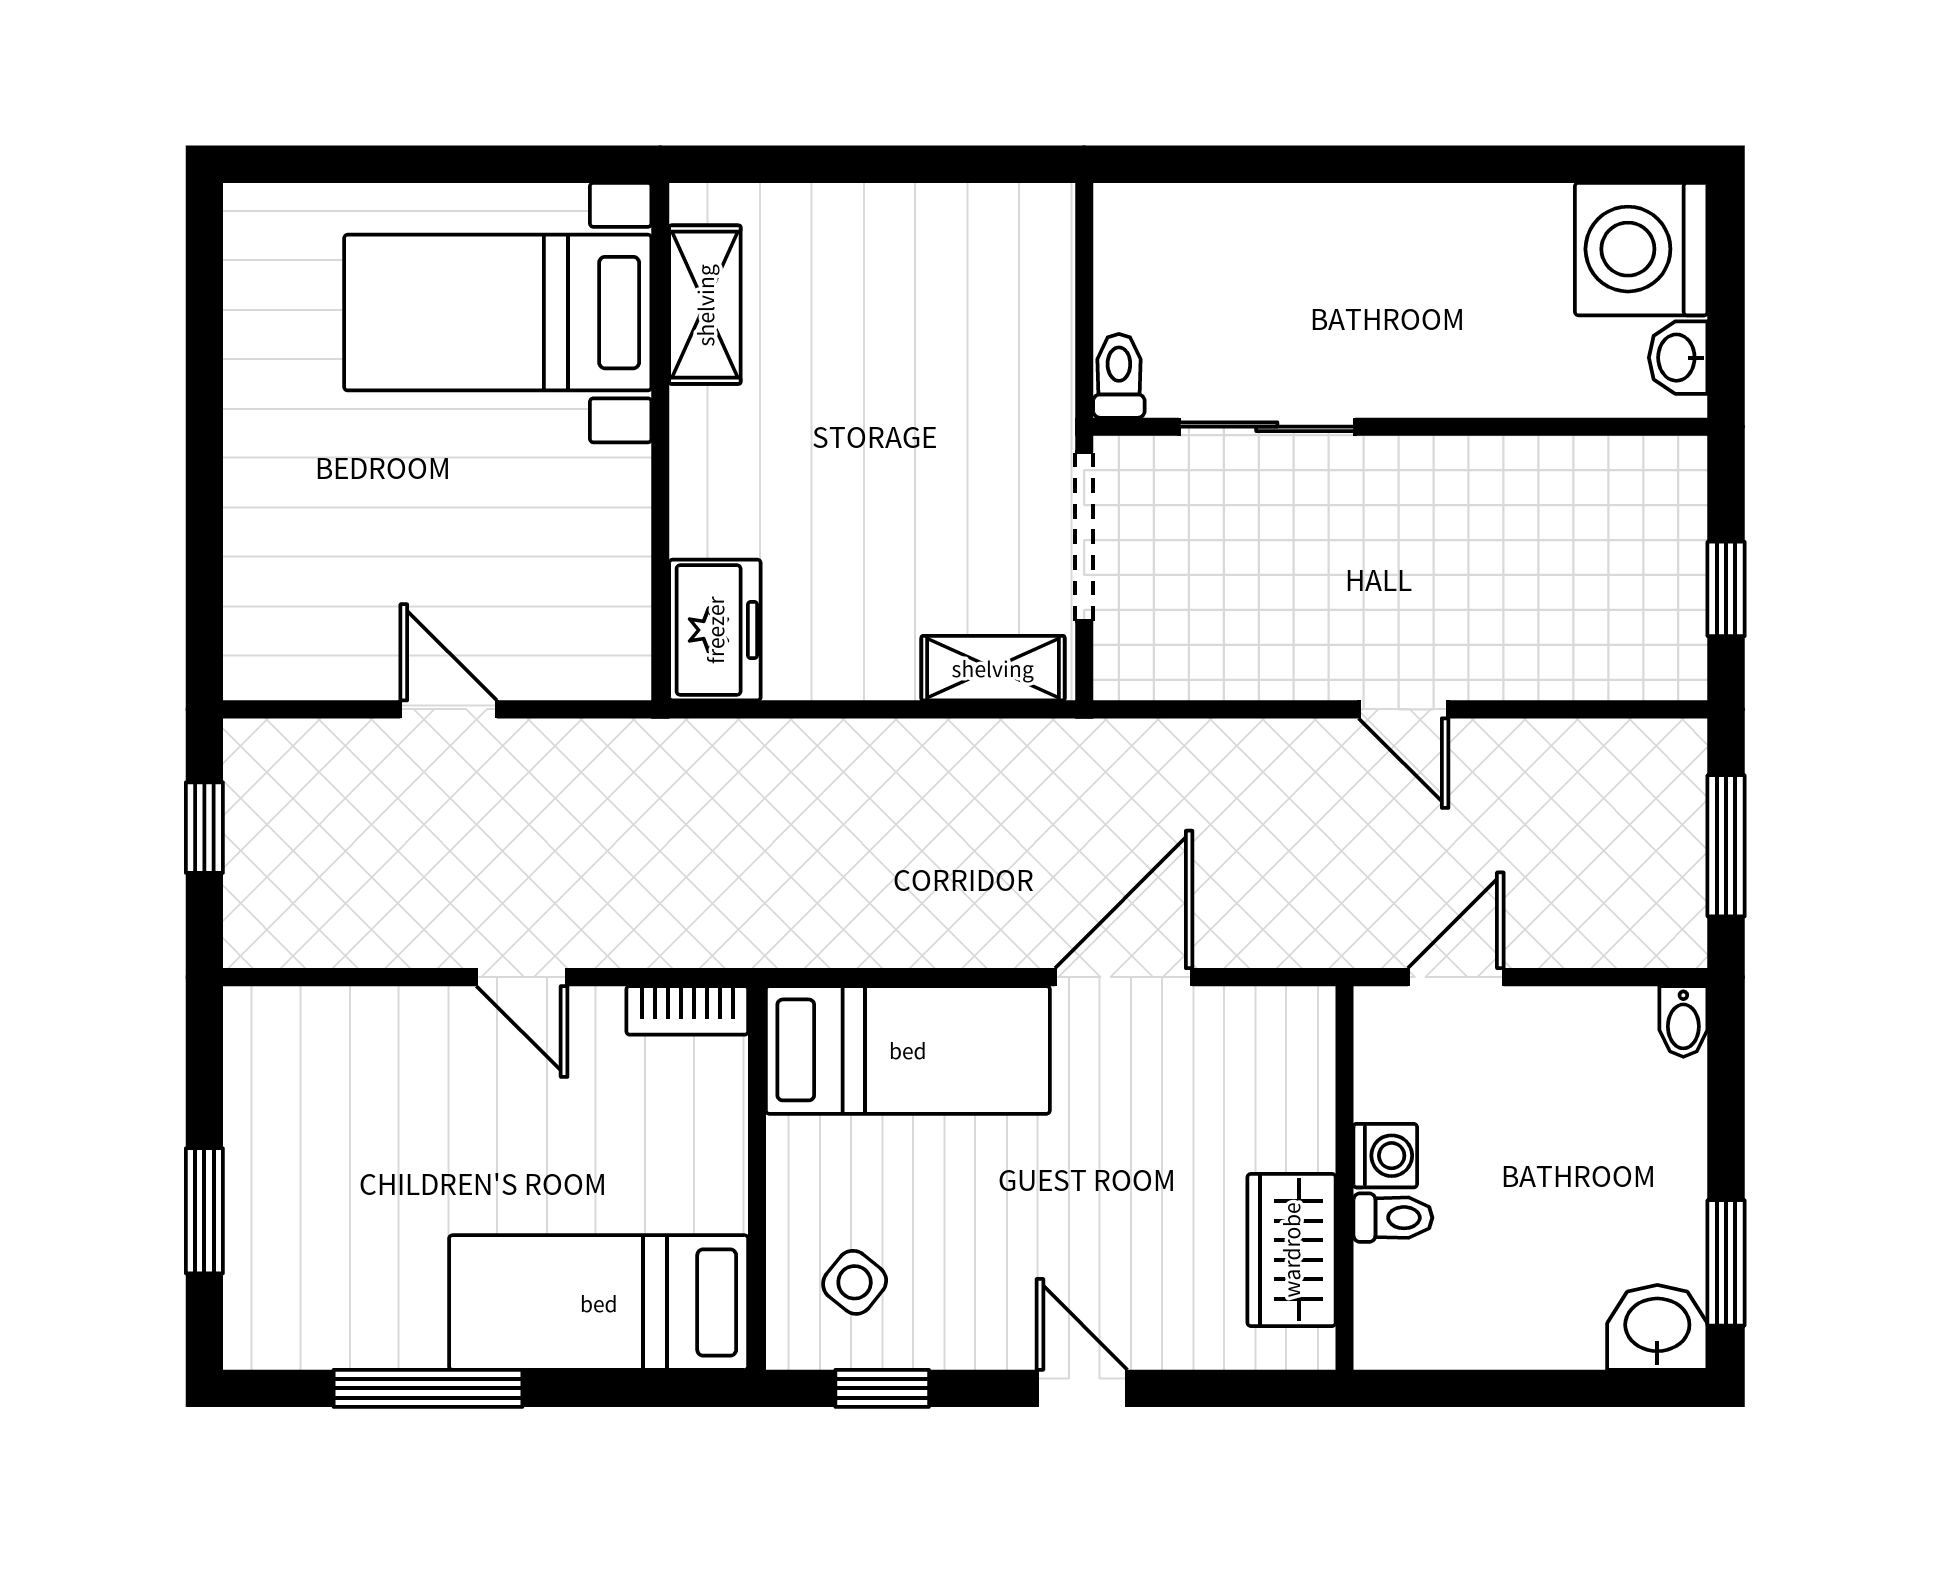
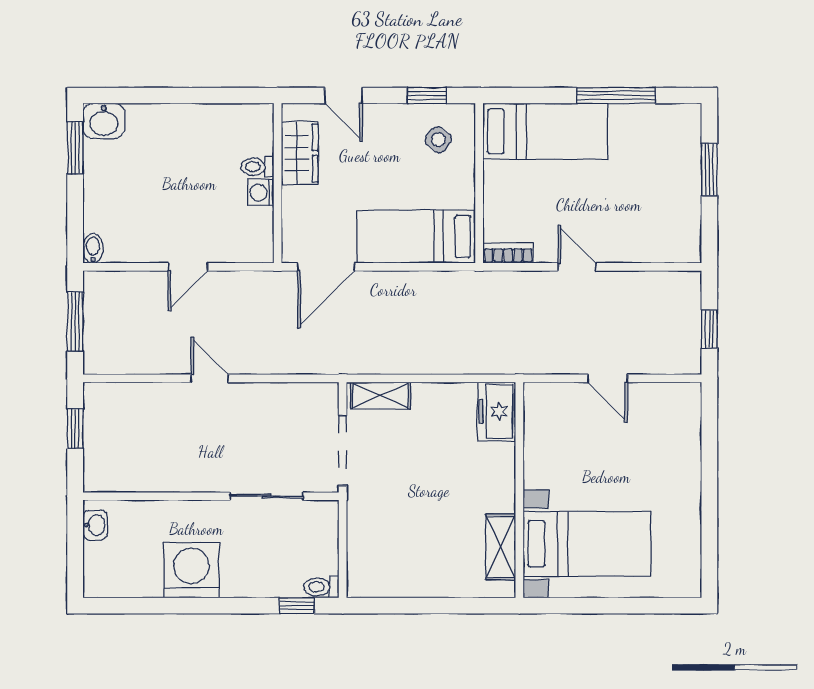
window: (1194, 164) -> (297, 606), added
washing machine: (1641, 249) -> (191, 570), moved, turned -90
toilet: (1119, 376) -> (321, 587), moved, turned 90
washing machine: (1385, 1156) -> (261, 192), moved
wall: (1345, 1178) -> (278, 183), moved
toilet: (1393, 1218) -> (257, 167), moved
wardrobe: (1291, 1250) -> (300, 153), moved

